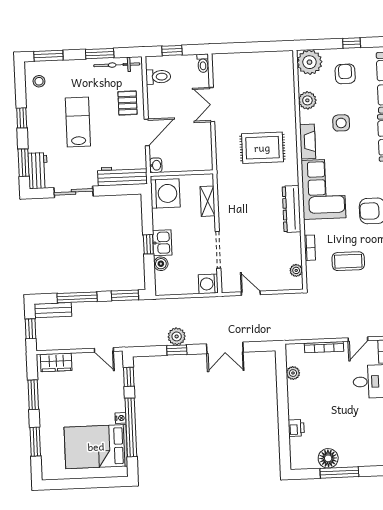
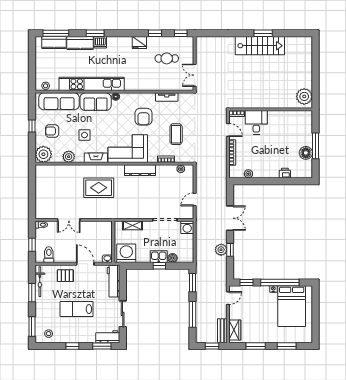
rug: (262, 148) -> (99, 188), turned 90
bench: (53, 310) -> (222, 331), moved

